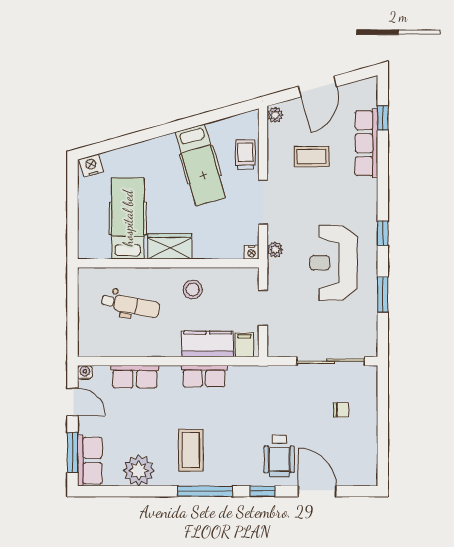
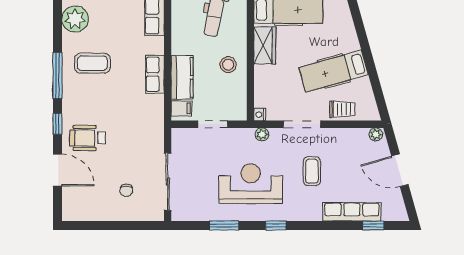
coffee table: (312, 157) -> (312, 171), moved
door: (317, 491) -> (58, 170), hinge flipped

